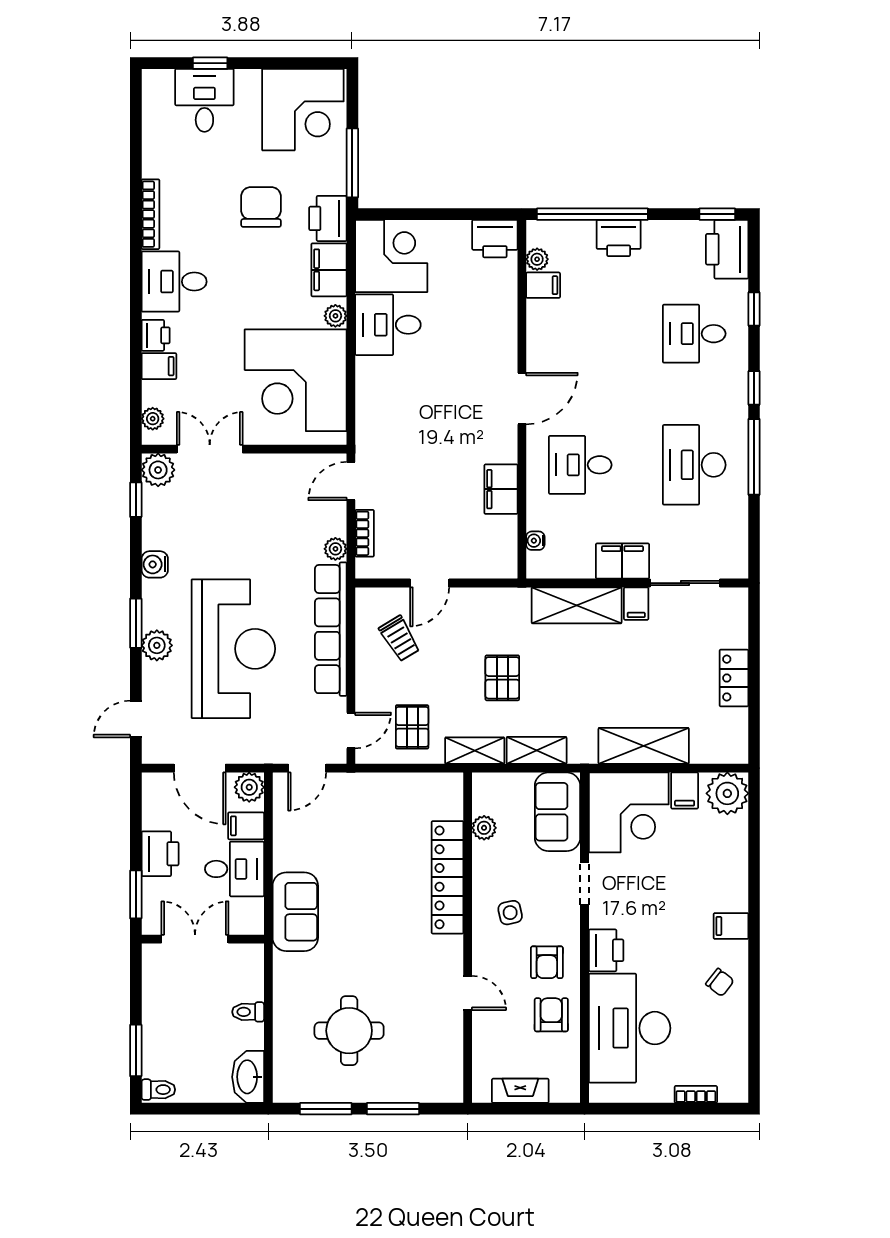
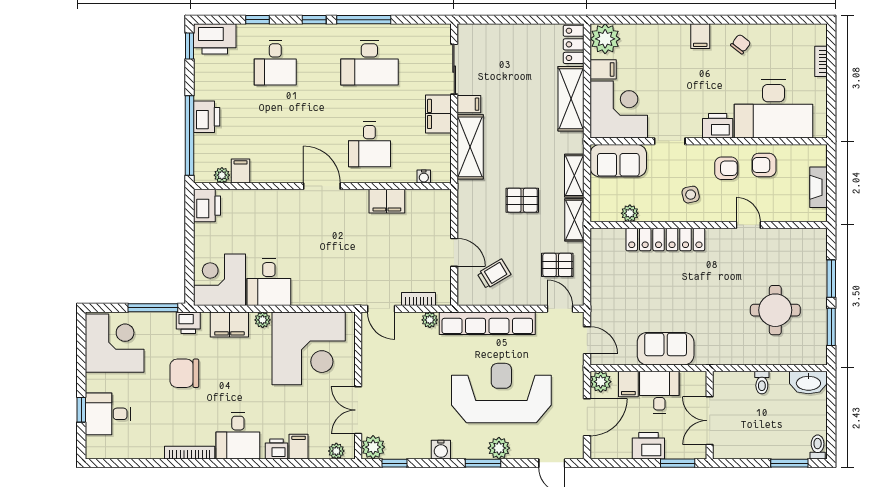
printer: (328, 218) -> (188, 323), width x0.73, depth x0.81
locker: (734, 678) -> (574, 44), moved, turned 90
sofa: (295, 912) -> (666, 349), moved
door: (468, 993) -> (748, 225), hinge flipped

